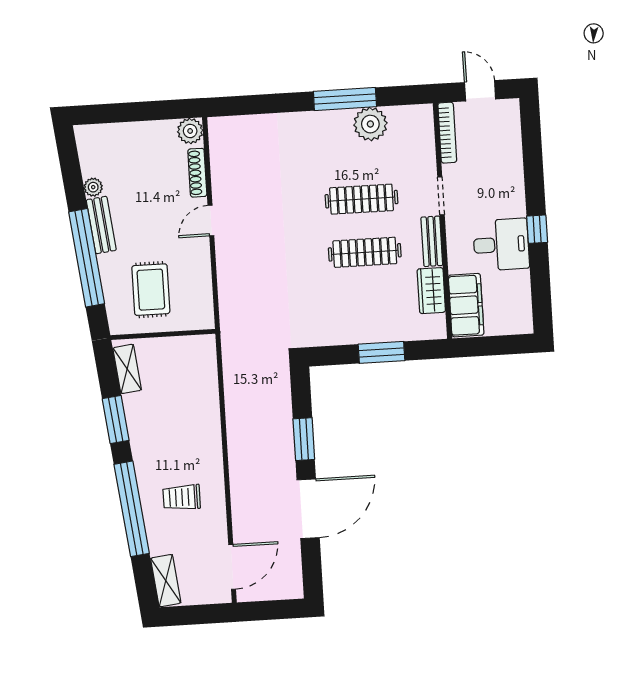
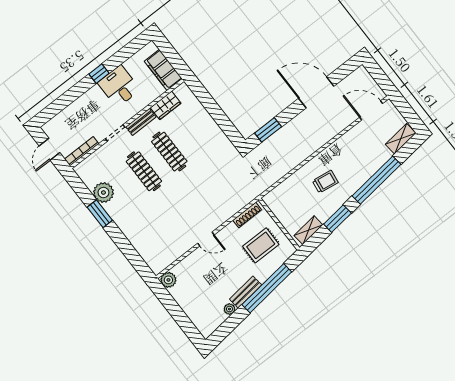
window: (345, 99) -> (100, 214), width x0.69
shoe rack: (197, 173) -> (247, 215), moved
filing cabinet: (466, 305) -> (163, 70), moved, turned -90
window: (381, 352) -> (213, 109), removed
window: (304, 439) -> (268, 130), moved
trolley: (182, 497) -> (325, 182), moved, turned -82

